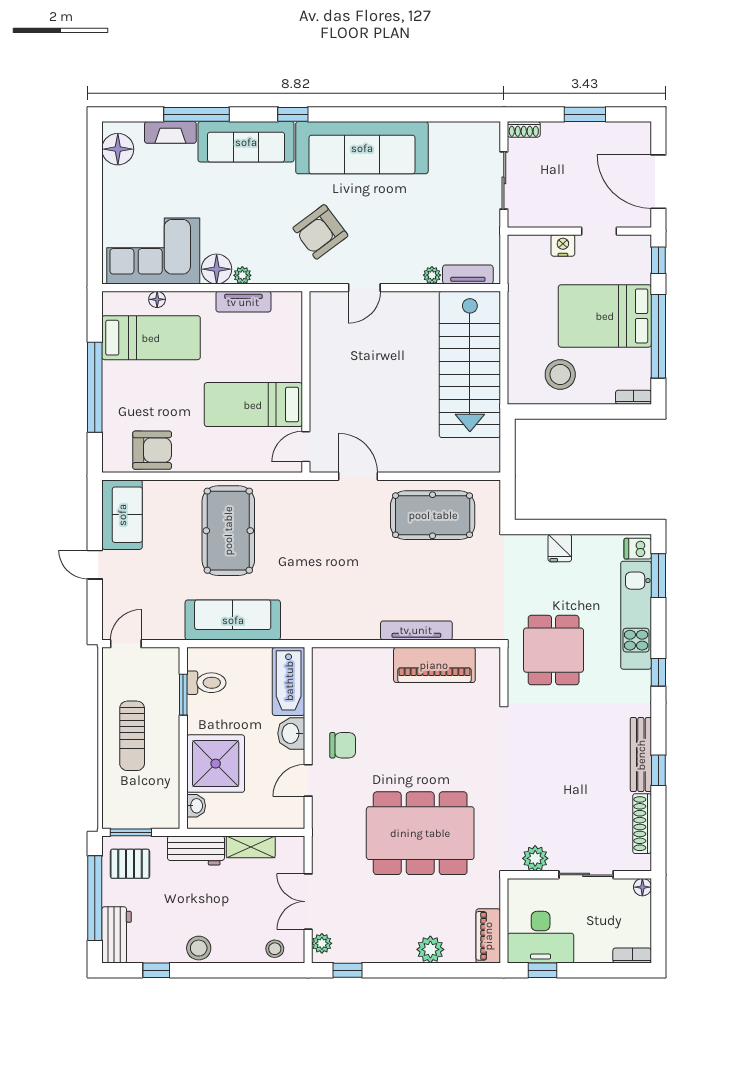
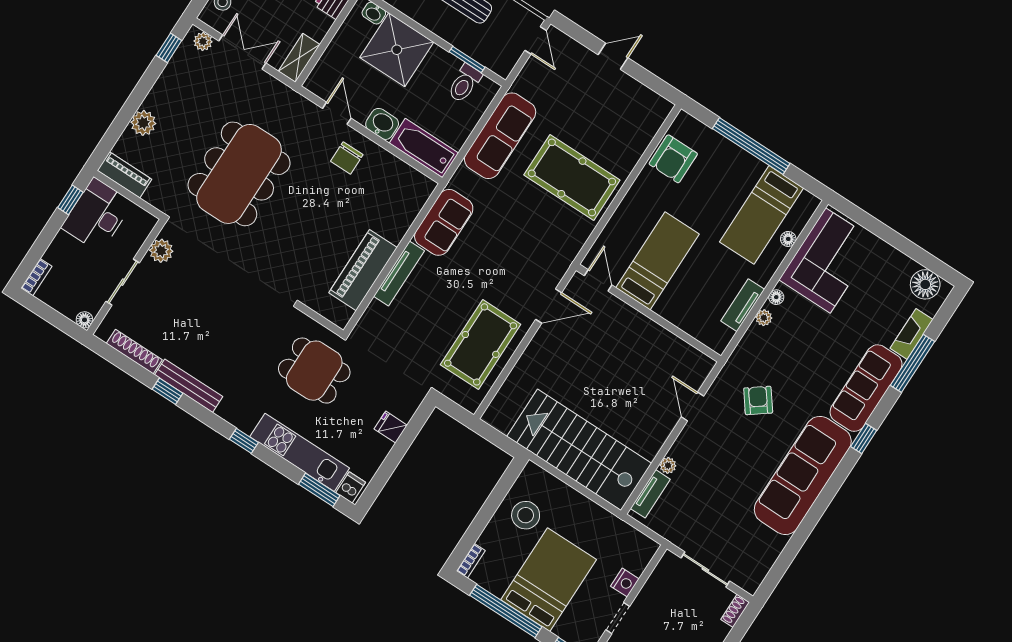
armchair: (320, 232) -> (758, 400), width x0.72, depth x0.72
floor lamp: (217, 269) -> (776, 297), width x0.53, depth x0.53
sofa: (122, 515) -> (444, 222), moved, turned -90
shelving: (251, 847) -> (299, 58), moved

